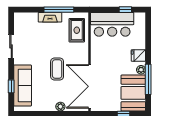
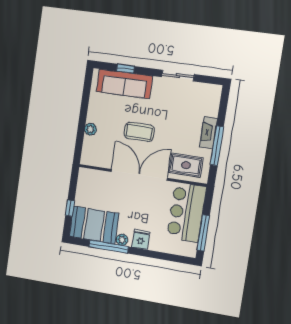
window: (125, 10) -> (203, 233), width x2.17
double door: (89, 86) -> (139, 175), moved

